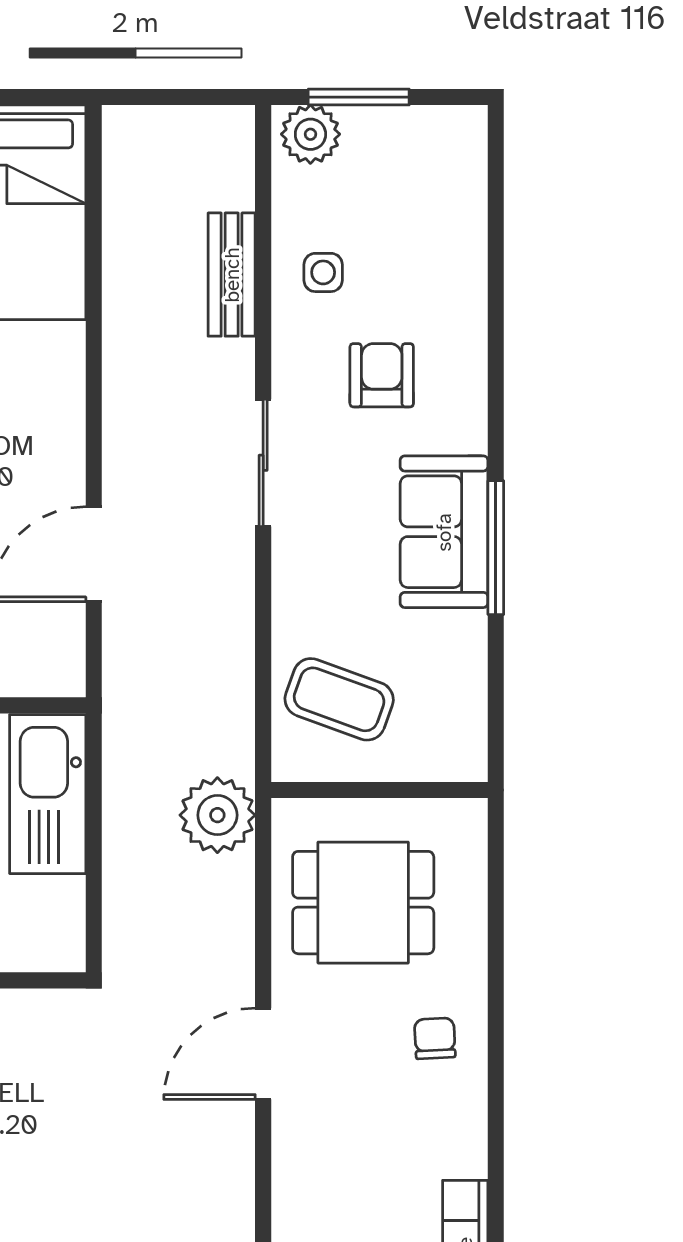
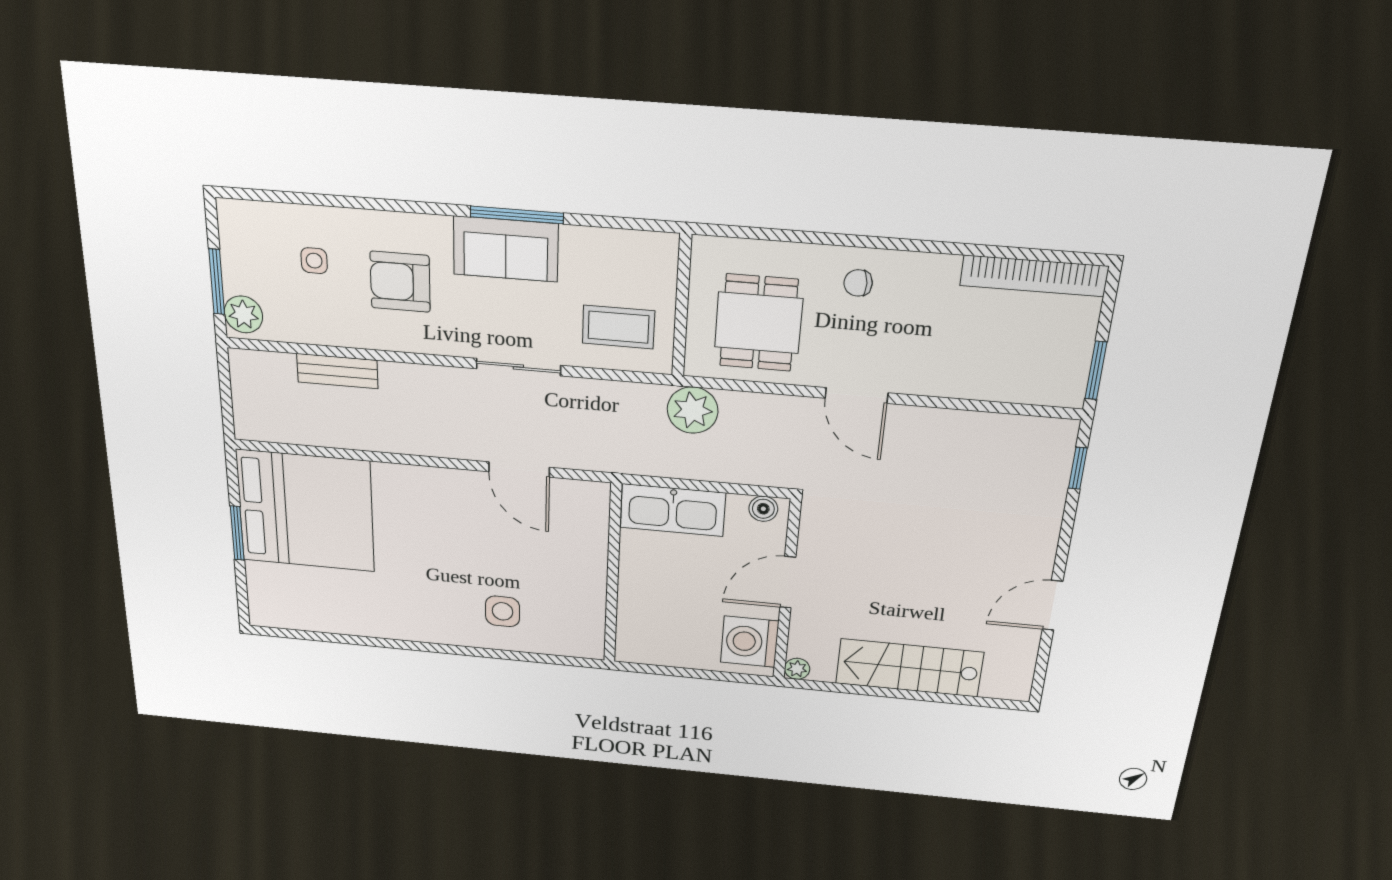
side table: (323, 272) -> (314, 261), moved
armchair: (382, 375) -> (400, 282), width x1.38, depth x1.38
sliding door: (263, 463) -> (518, 367), moved
coffee table: (339, 699) -> (618, 327), turned 70
boiler: (64, 932) -> (763, 509), added

